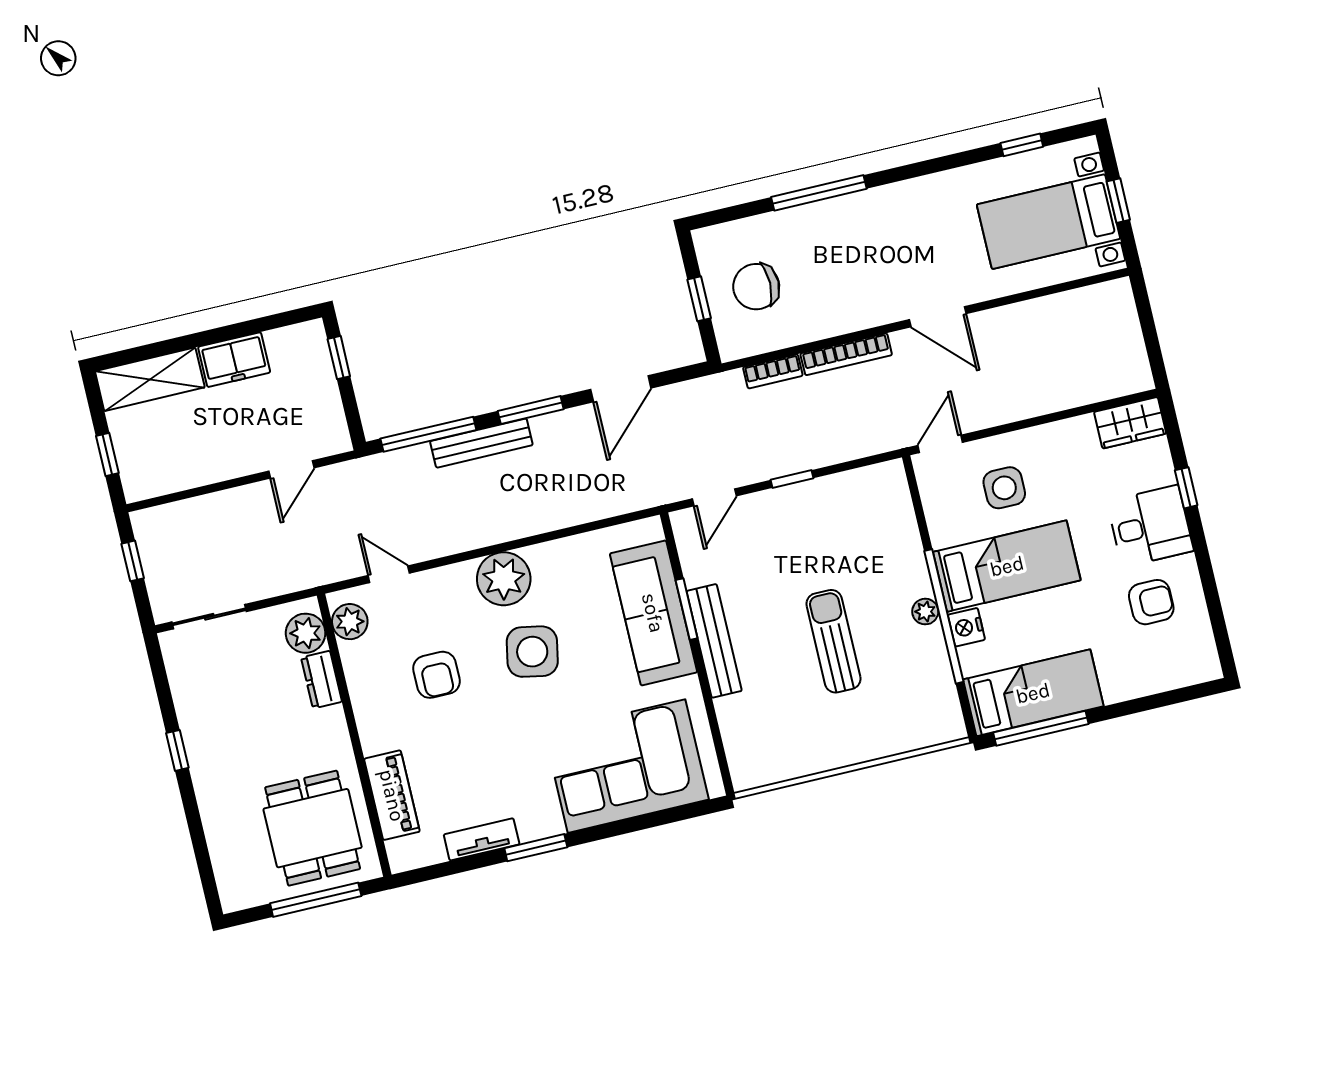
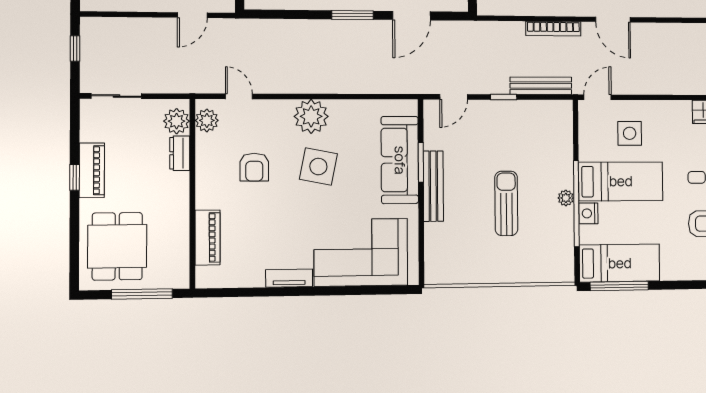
bookcase: (773, 371) -> (507, 28), removed
window: (428, 434) -> (285, 14), removed
bench: (481, 443) -> (541, 86), moved
piano: (200, 735) -> (92, 170), added
dining table: (313, 828) -> (117, 246), moved
tv unit: (482, 839) -> (289, 278), moved
window: (536, 848) -> (292, 291), removed

